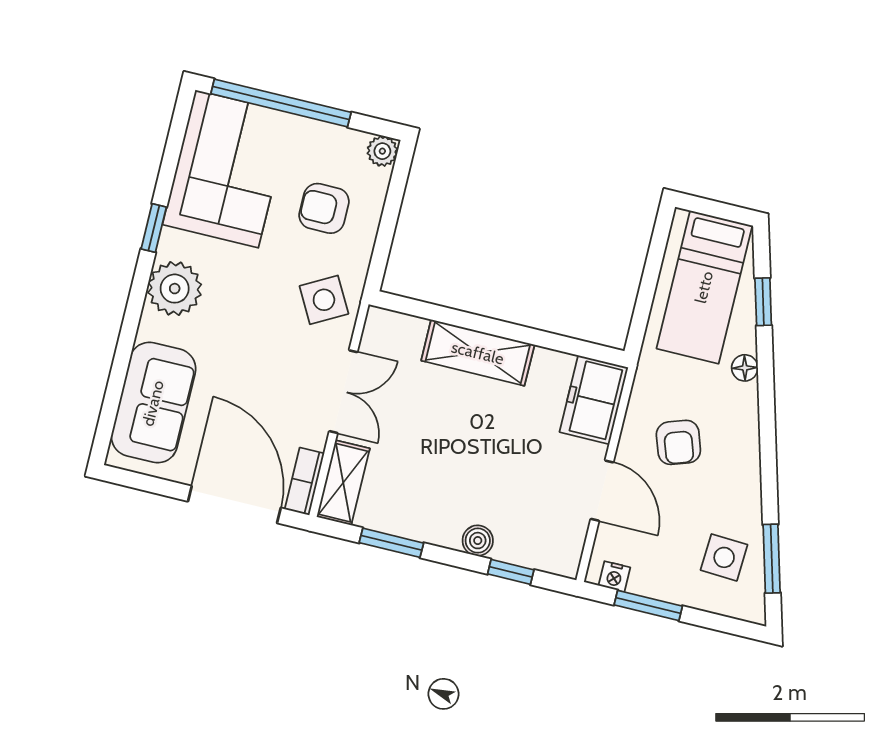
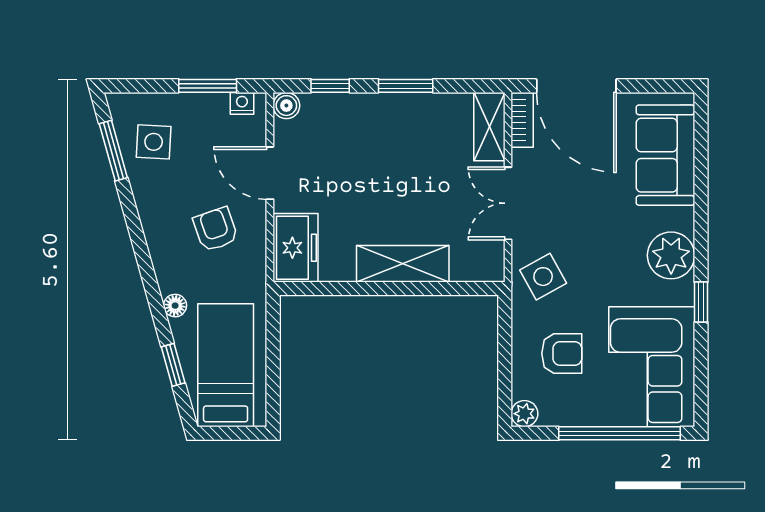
boiler: (478, 541) -> (286, 106), moved
window: (391, 543) -> (406, 86), moved

